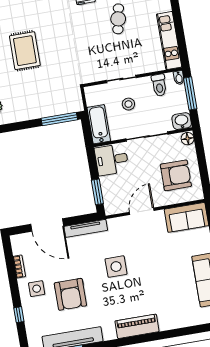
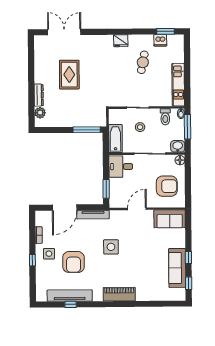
door: (47, 225) -> (65, 208), hinge flipped
window: (19, 315) -> (32, 260), moved

